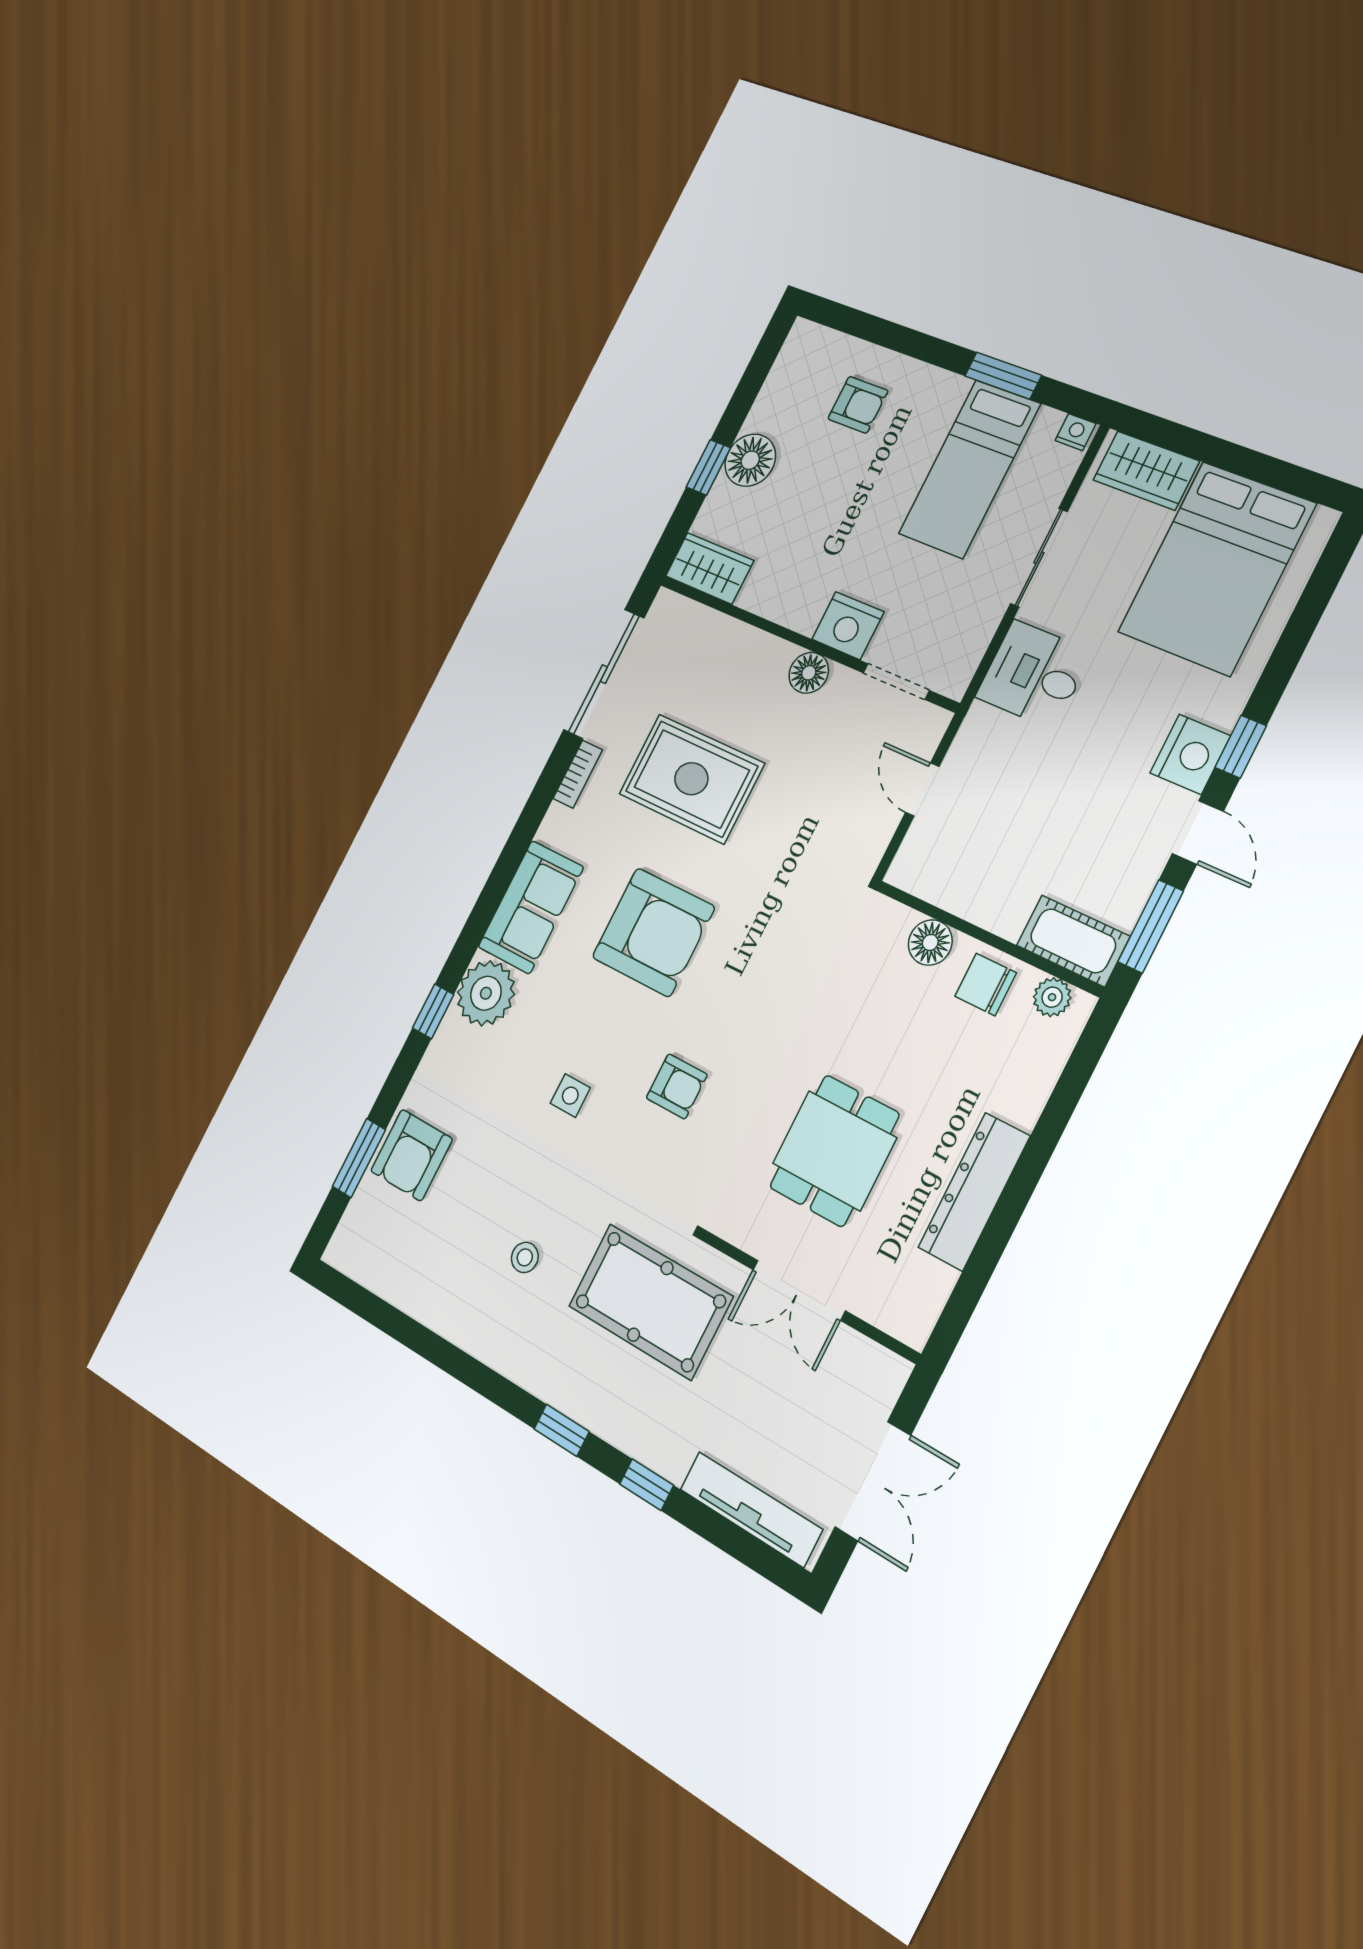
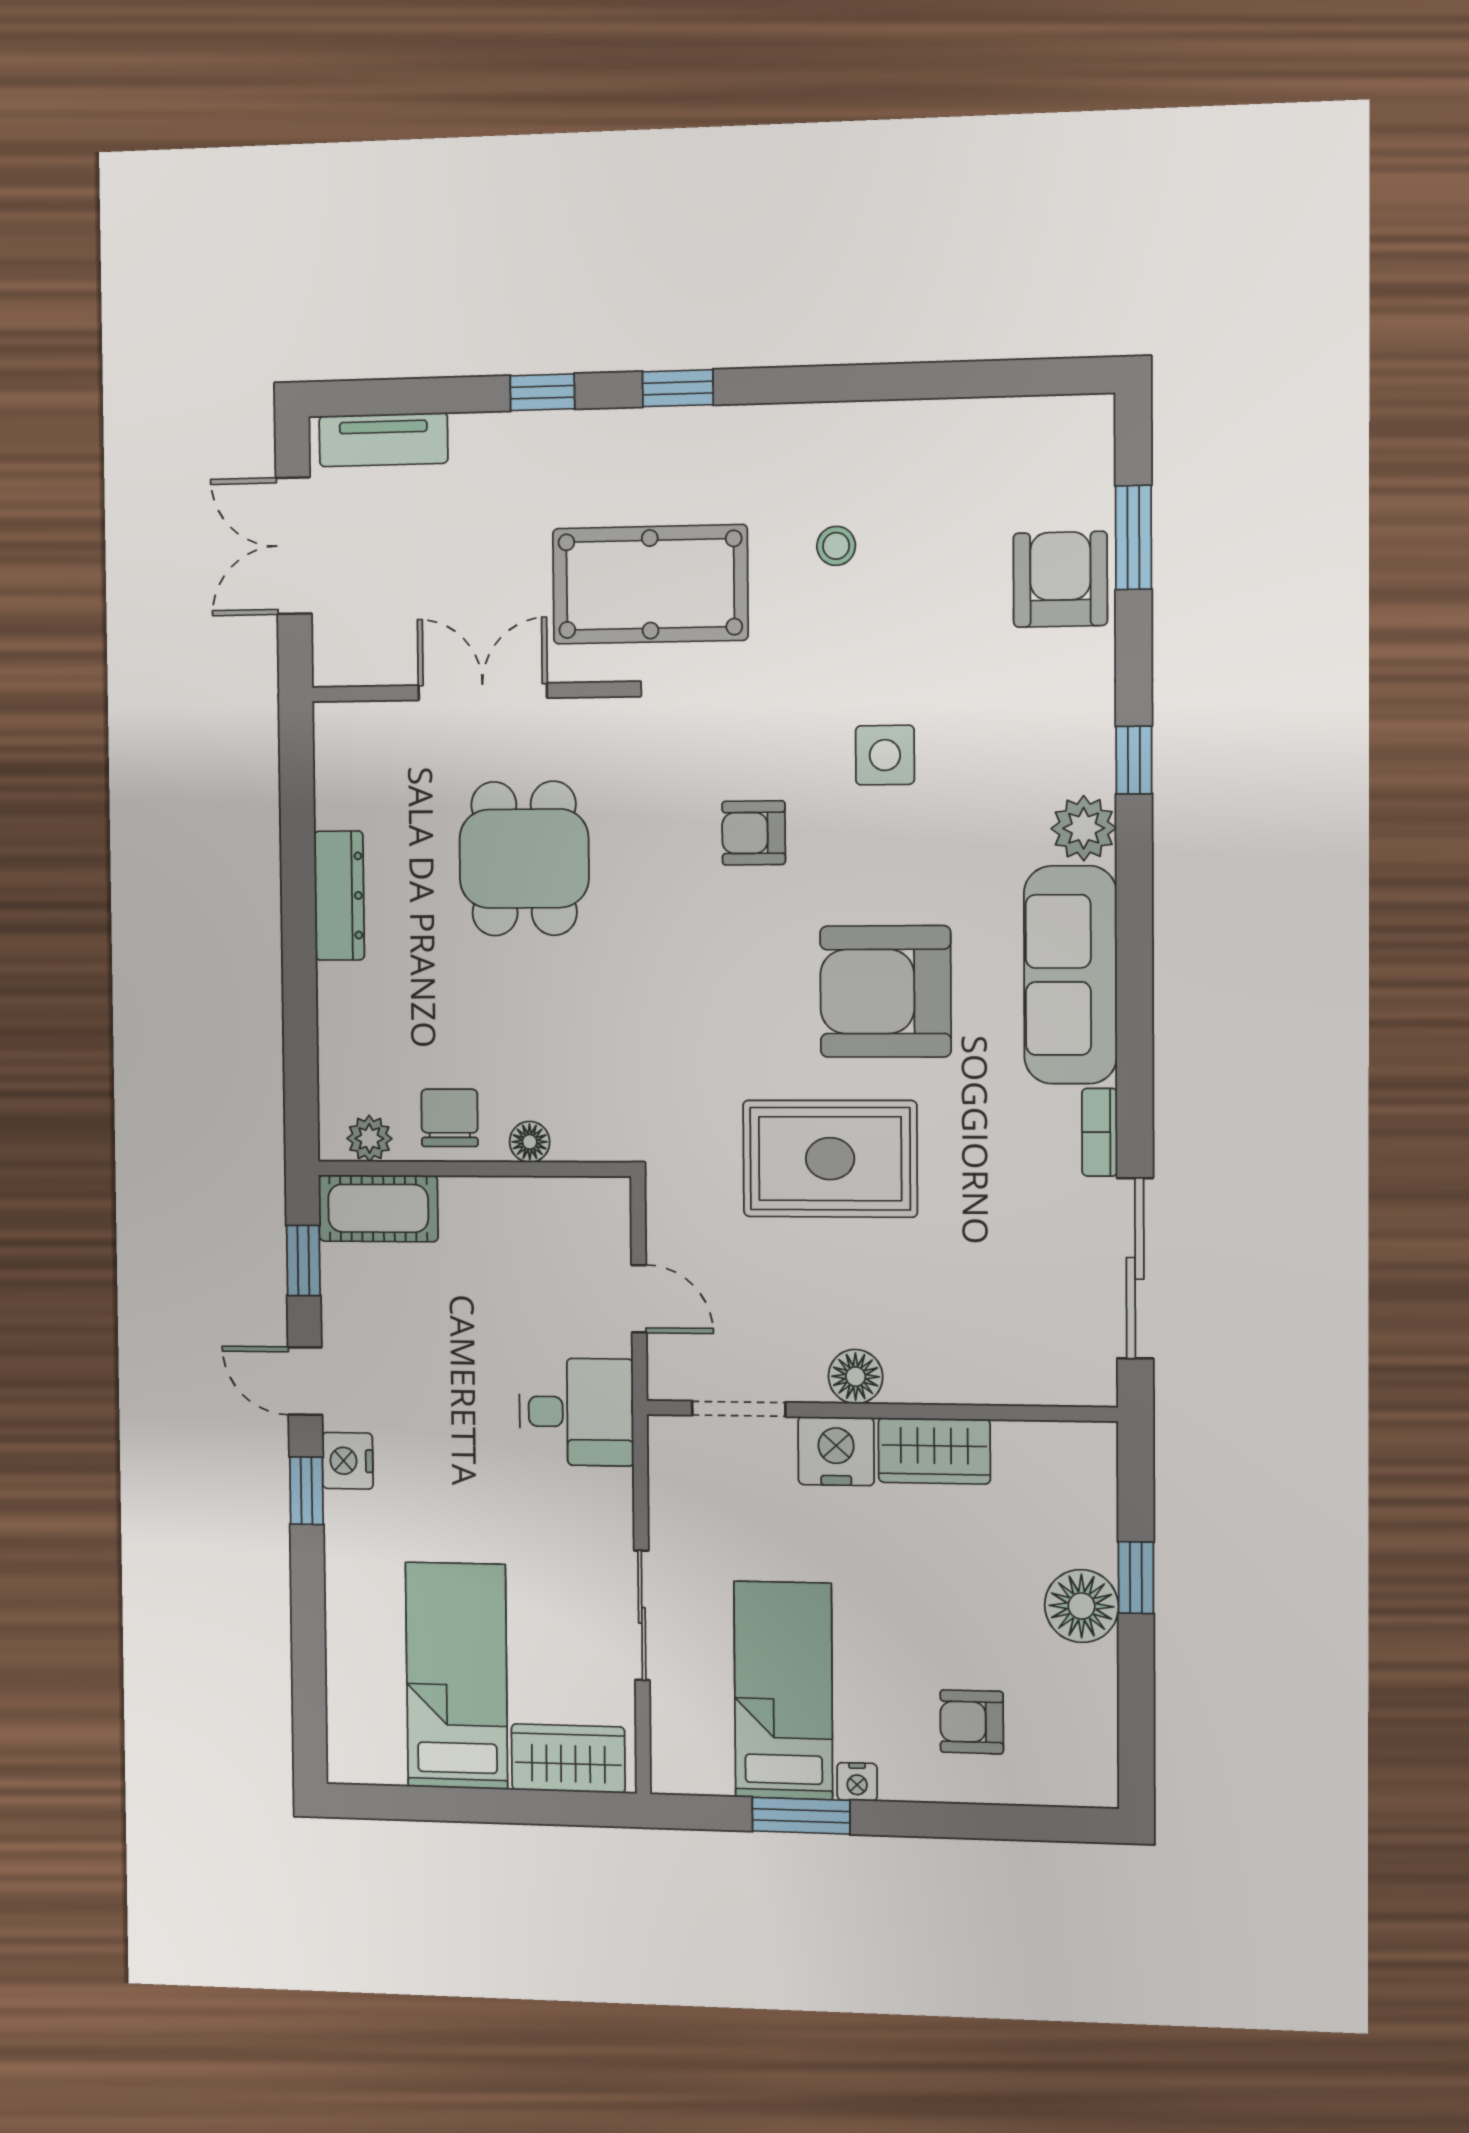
nightstand: (1076, 432) -> (857, 1782), moved
wardrobe: (709, 568) -> (934, 1451), moved
bed: (1216, 568) -> (457, 1676), width x0.67
desk: (1034, 674) -> (576, 1412), moved
nightstand: (1190, 754) -> (348, 1461), width x0.74, depth x0.75
rug: (691, 779) -> (830, 1159), moved
sofa: (531, 907) -> (1070, 975), width x1.36
window: (1151, 926) -> (303, 1261), width x0.67
floor lamp: (930, 942) -> (530, 1142), width x0.73, depth x0.73
chair: (986, 985) -> (450, 1118), turned -90
plant: (486, 993) -> (1084, 828), width x0.73, depth x0.73
side table: (570, 1096) -> (885, 755), width x1.37, depth x1.37
dresser: (974, 1192) -> (339, 896), width x0.73, depth x0.80
tv unit: (751, 1509) -> (383, 440), width x0.71

